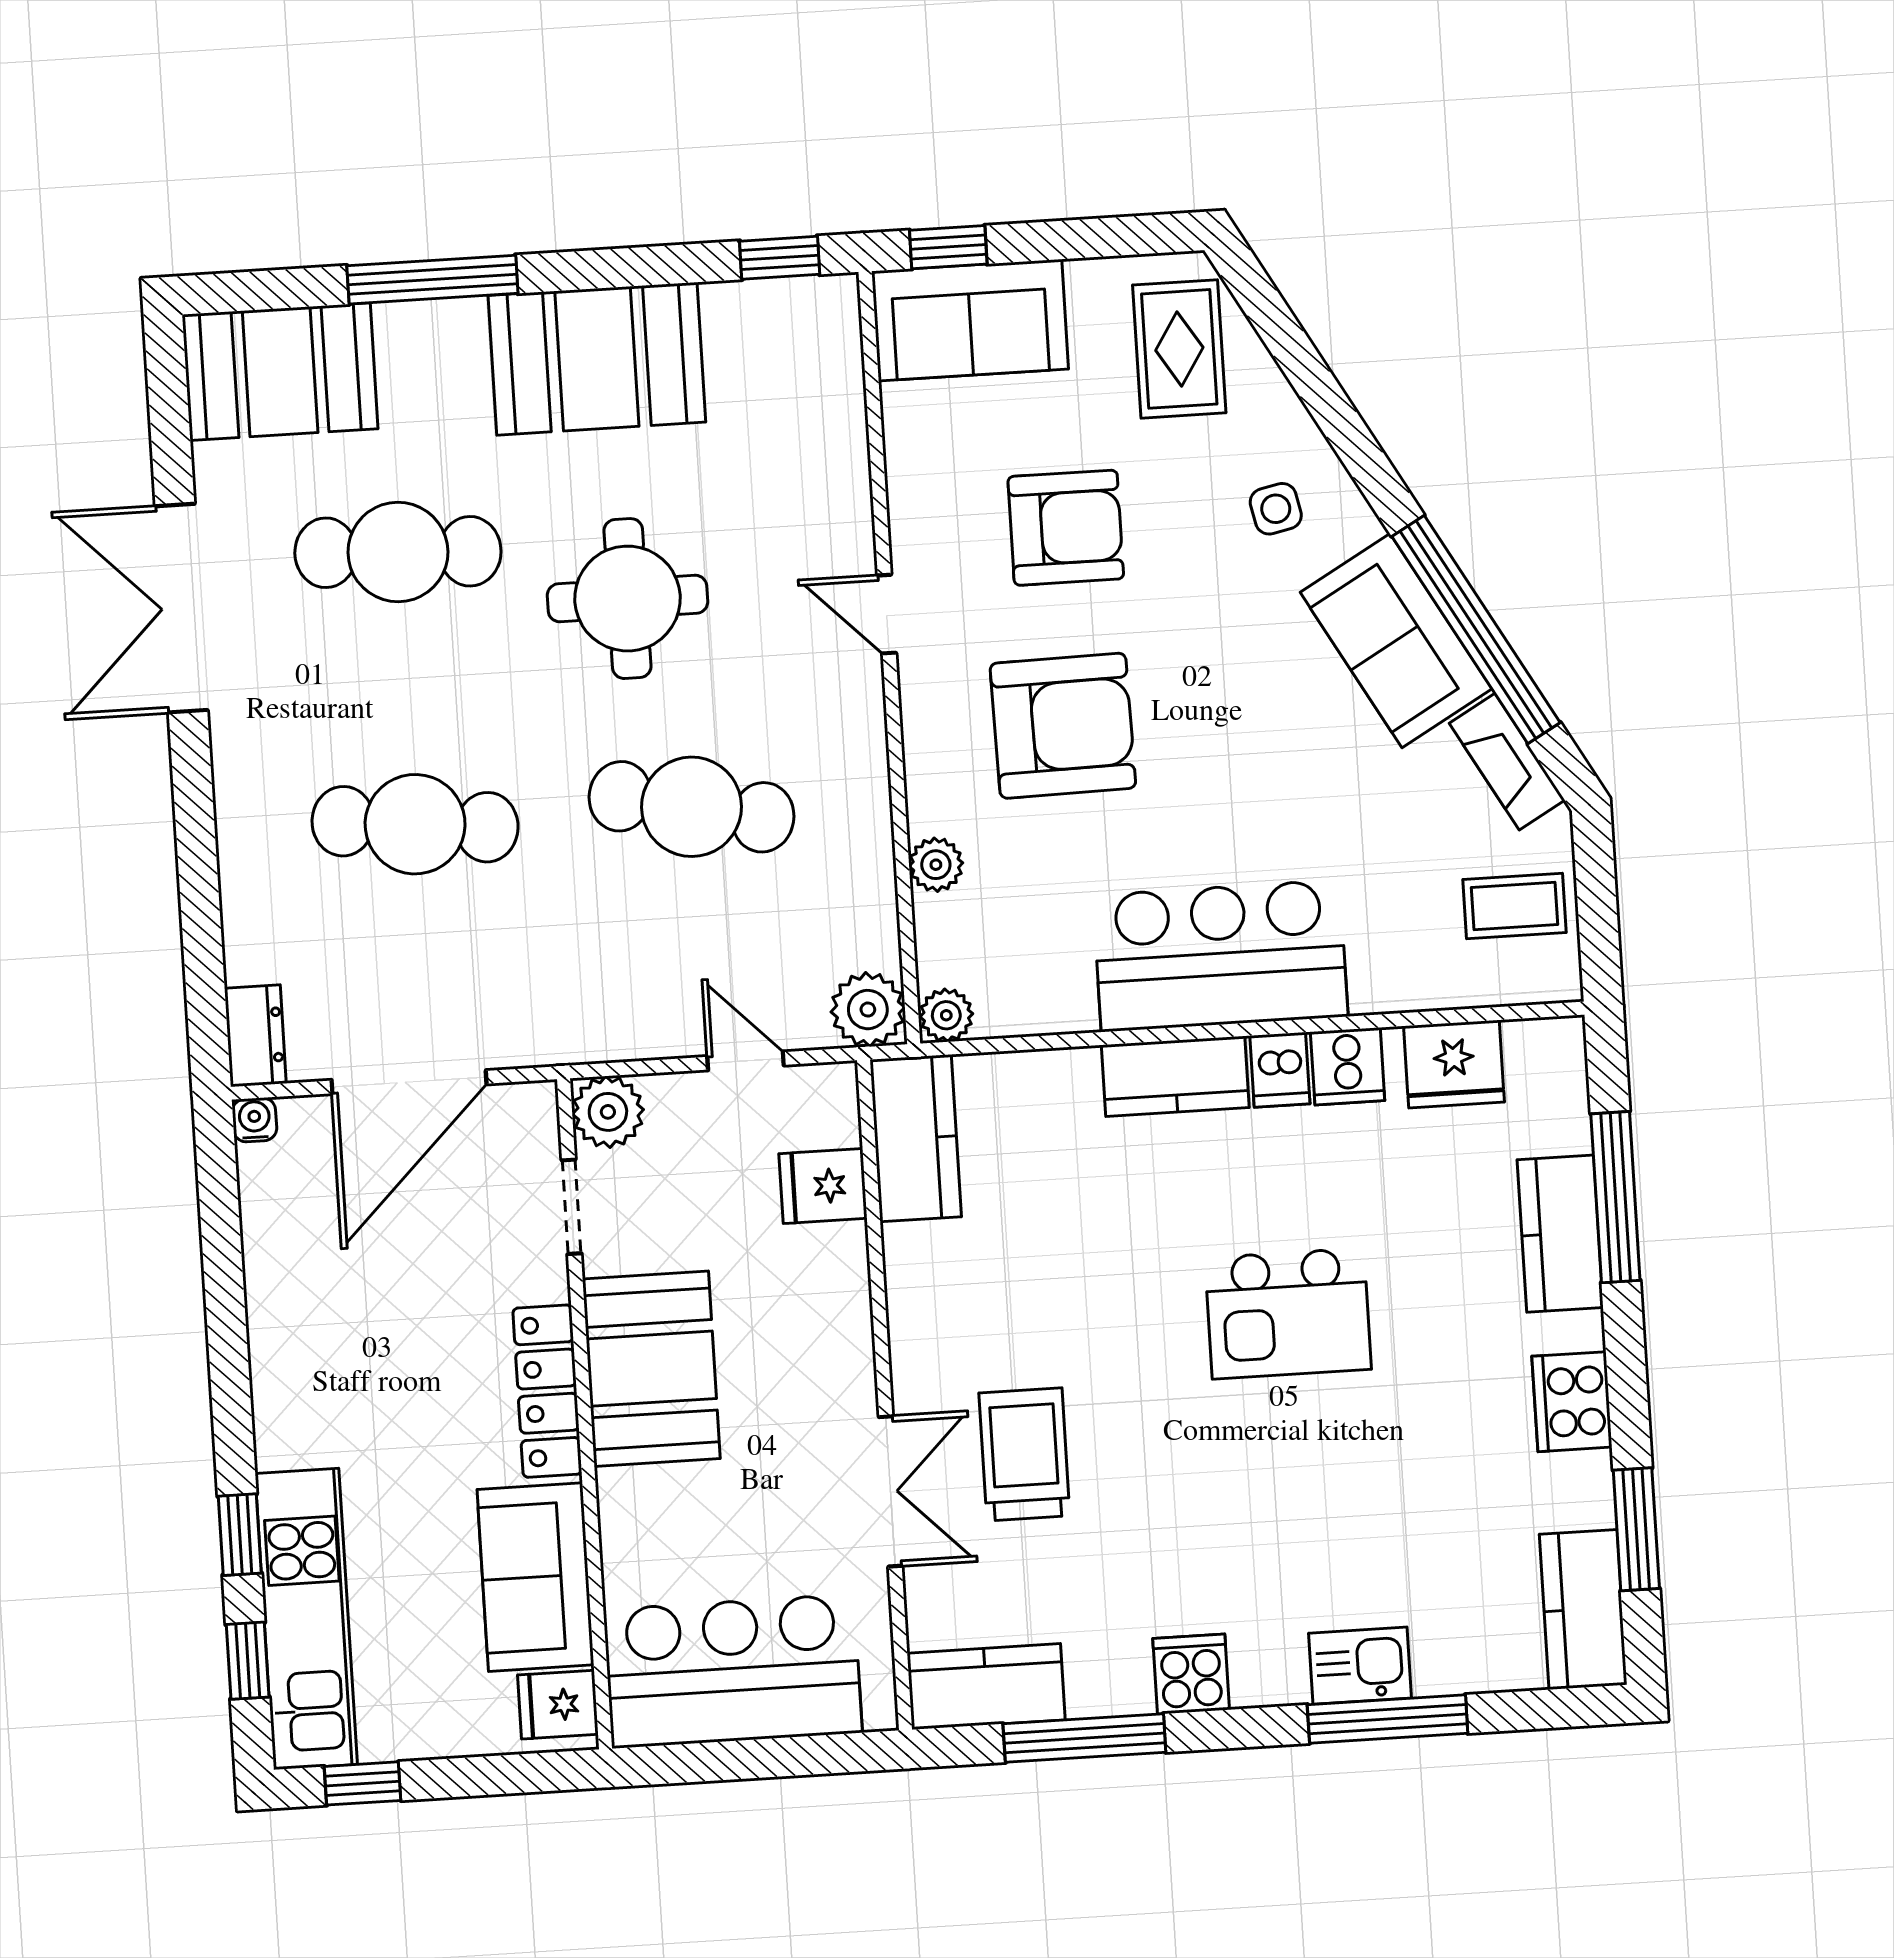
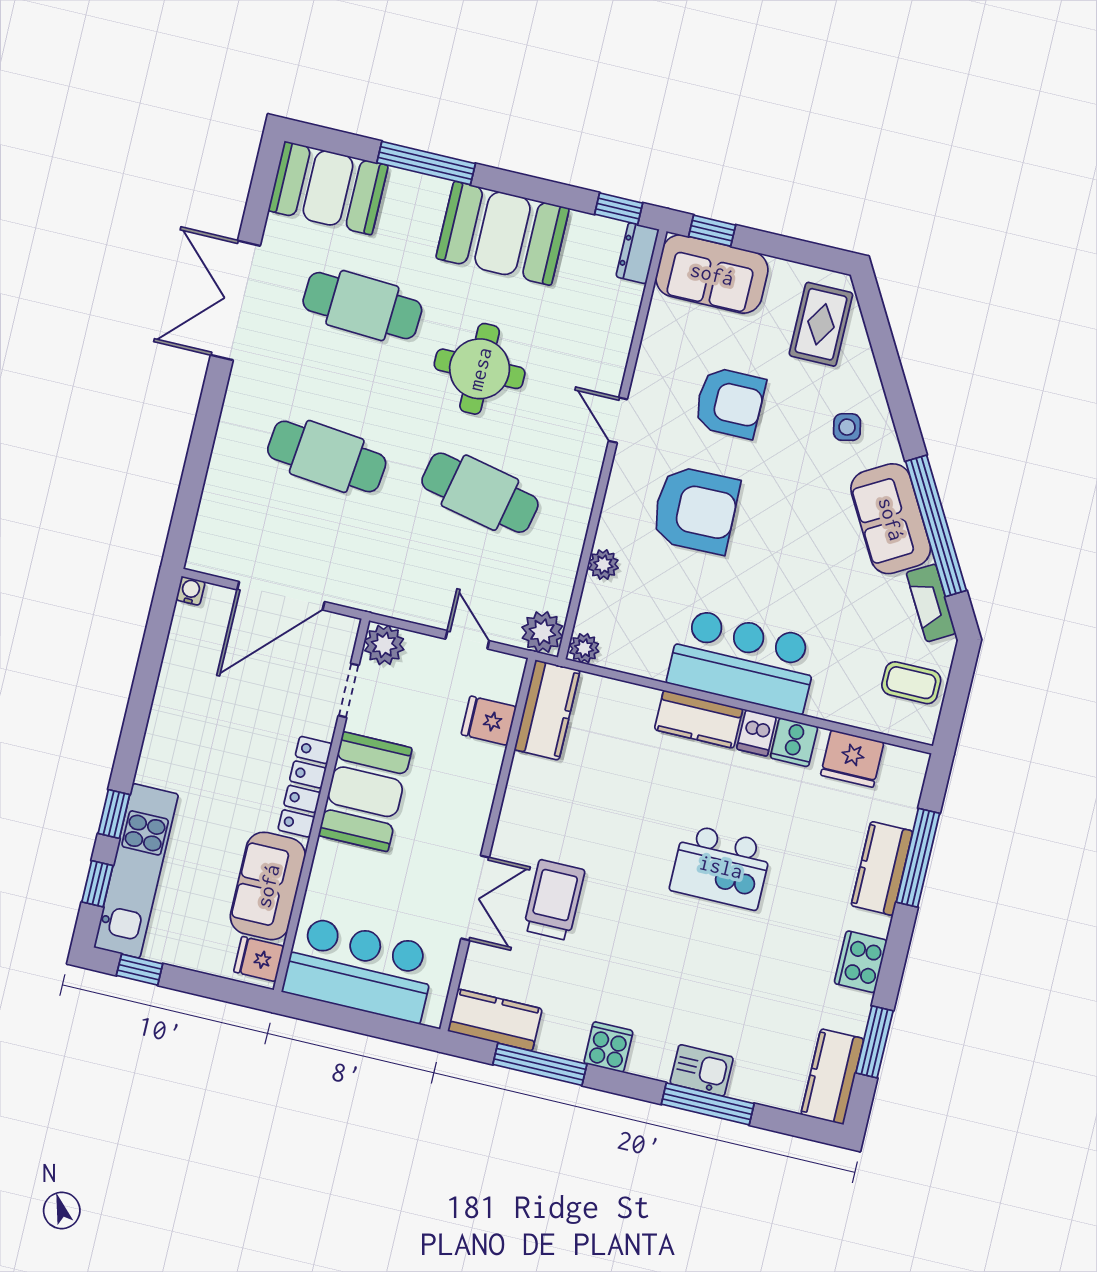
dresser: (255, 1036) -> (637, 253), moved, turned 180

